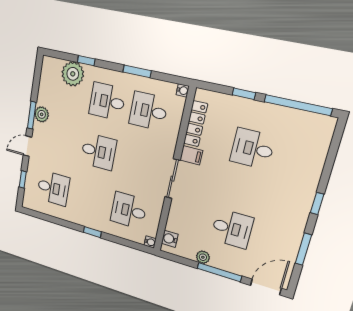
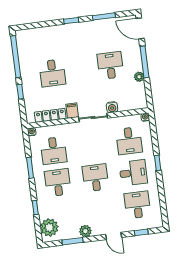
plant: (73, 74) -> (49, 228), moved
desk: (107, 101) -> (58, 183), turned 180
window: (32, 115) -> (73, 241), moved
desk: (90, 199) -> (133, 173), added
water cooler: (170, 239) -> (112, 107), moved

